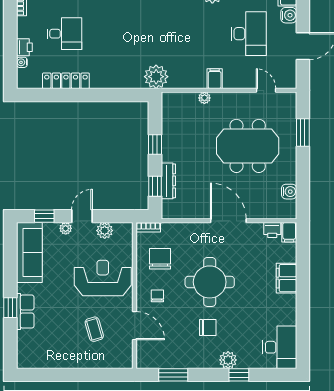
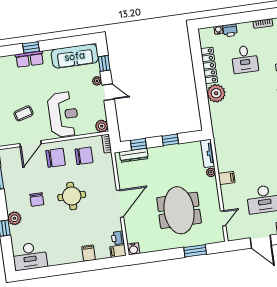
plant: (156, 77) -> (216, 93), moved
tv unit: (179, 99) -> (208, 153), added
dresser: (168, 181) -> (134, 155), moved
water cooler: (289, 192) -> (133, 249), moved
plant: (105, 231) -> (102, 126), moved
filing cabinet: (286, 278) -> (89, 253), width x0.50
round table: (210, 282) -> (72, 196), width x0.73, depth x0.73
chair: (157, 296) -> (56, 158), width x1.87, depth x1.87

